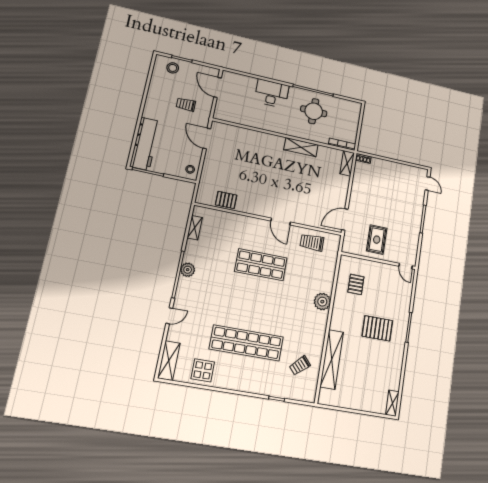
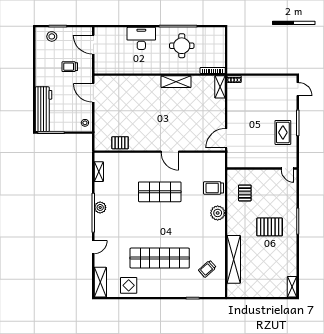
rug: (377, 240) -> (283, 132), moved
trolley: (312, 242) -> (214, 188), moved

